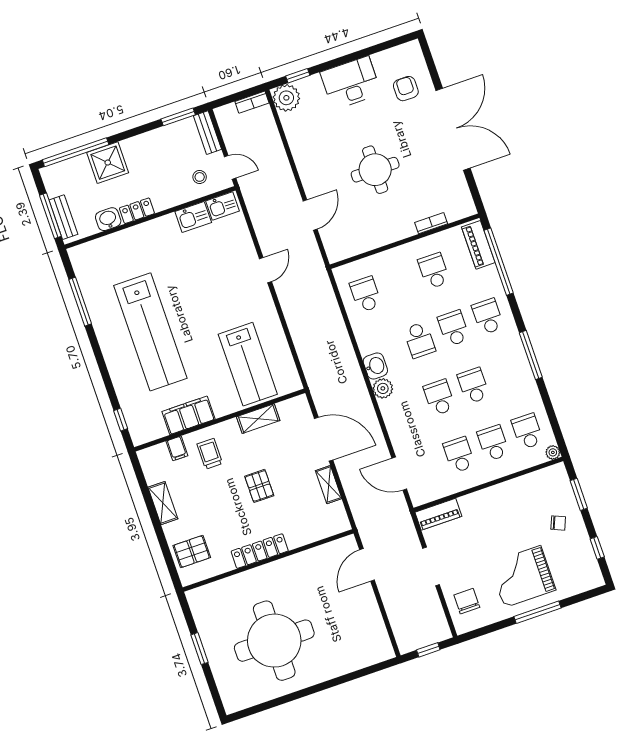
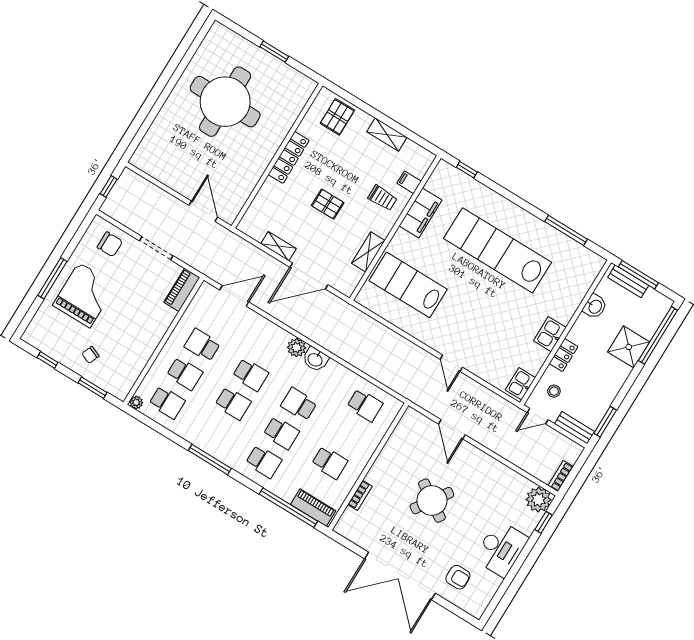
round table: (375, 170) -> (432, 501), turned 34
locker: (137, 211) -> (563, 355), moved
kitchen sink: (193, 217) -> (550, 334), moved
school desk: (459, 455) -> (202, 345), turned 180

